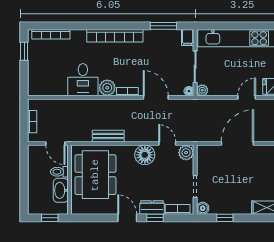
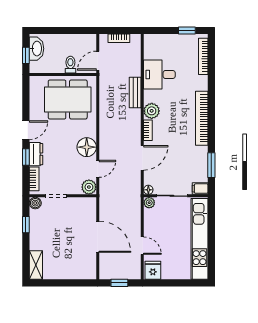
desk: (83, 80) -> (159, 75), moved
bench: (108, 136) -> (135, 92), moved
washbasin: (61, 190) -> (36, 49), moved, turned 90

